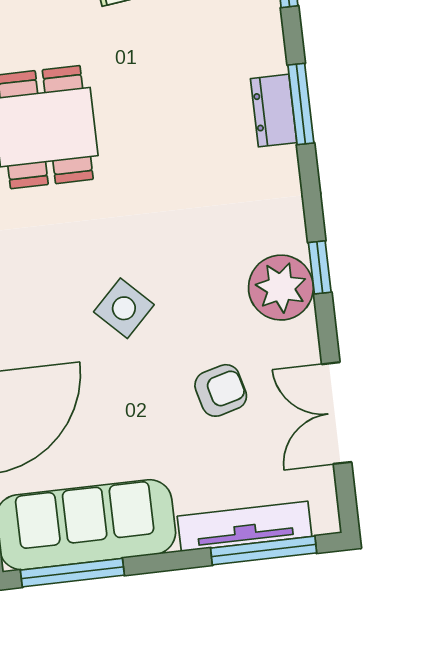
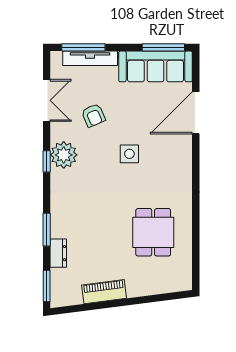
dresser: (274, 111) -> (58, 253), moved
side table: (124, 308) -> (129, 154), turned 45
armchair: (221, 390) -> (93, 115), turned -98

